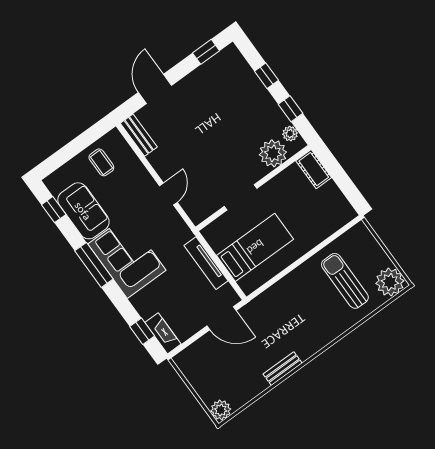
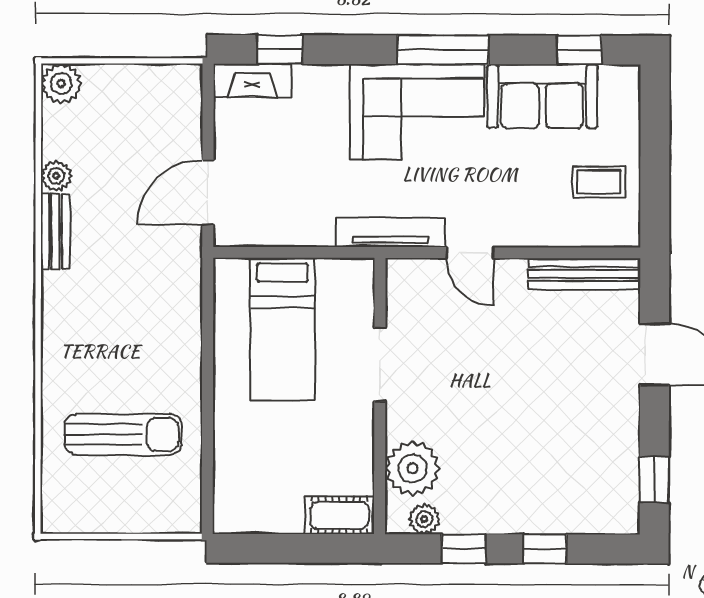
bench: (139, 135) -> (584, 274), width x1.36
tv unit: (206, 263) -> (391, 232), moved
plant: (390, 282) -> (56, 176), moved, width x0.53, depth x0.53

